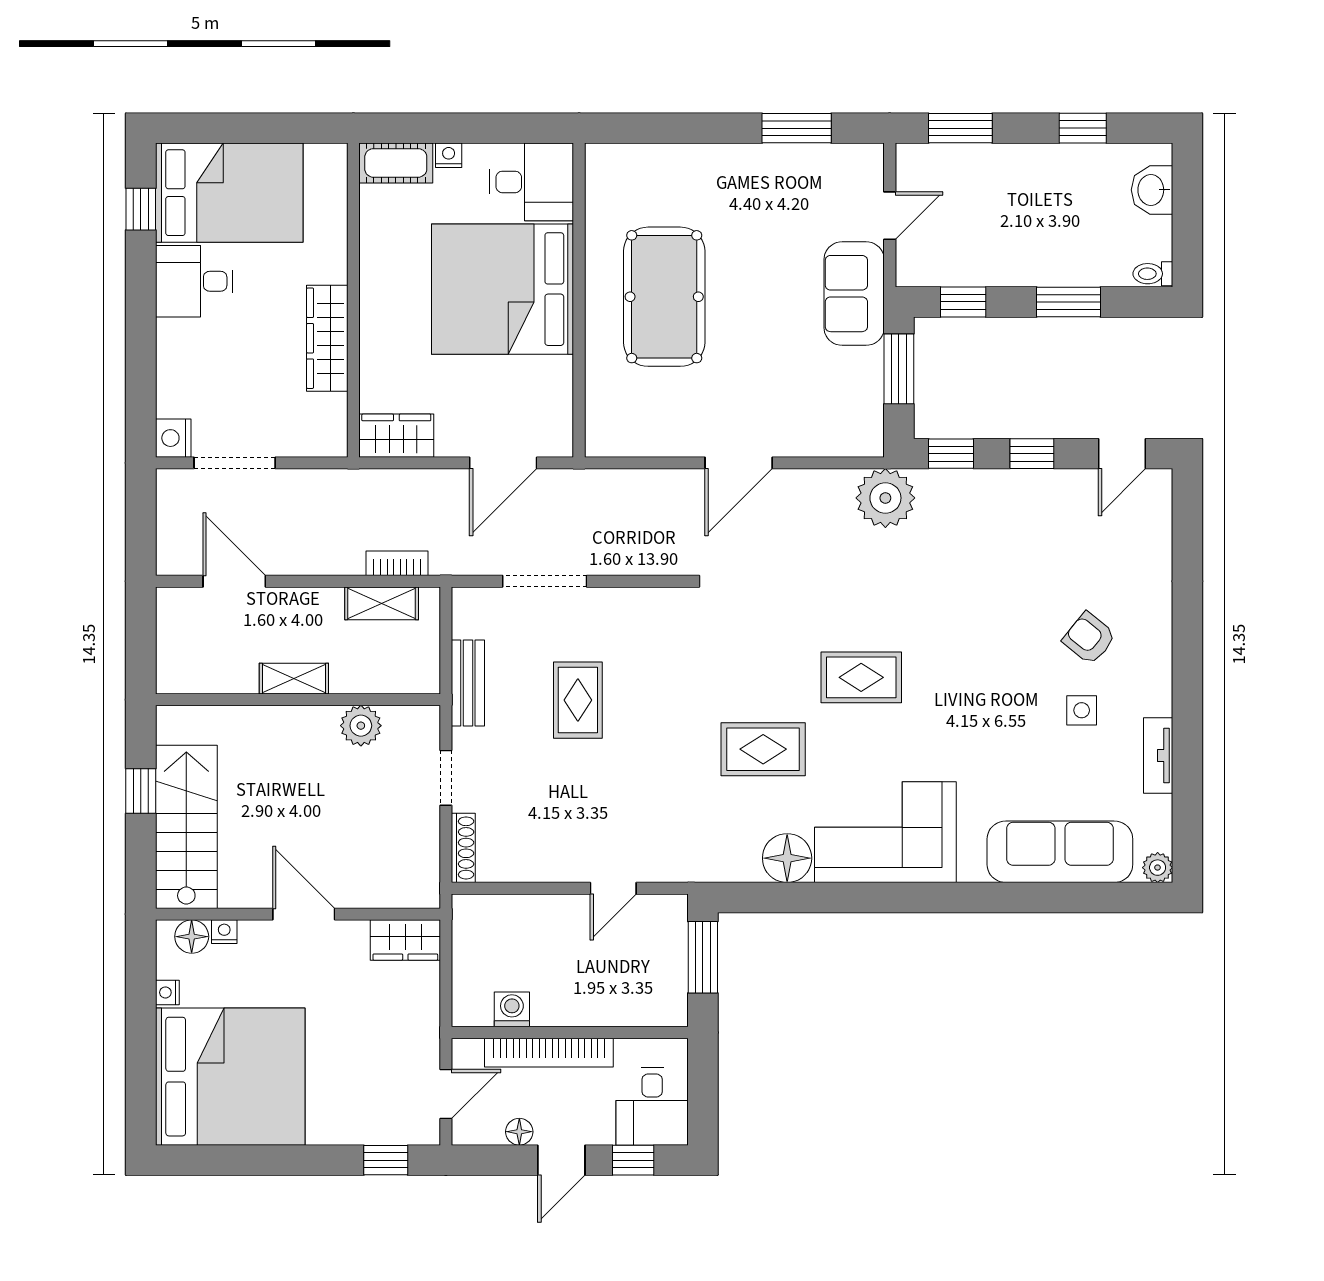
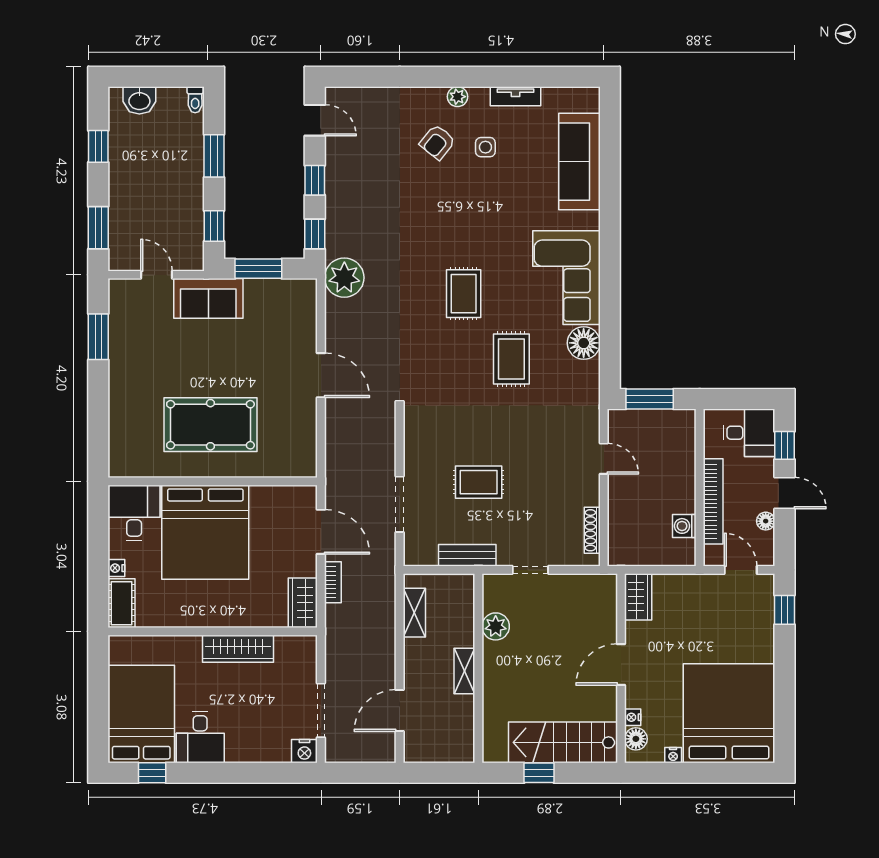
bookcase: (397, 563) -> (333, 582), moved, turned 180
shoe rack: (463, 848) -> (592, 530), moved, turned -90
plant: (1158, 868) -> (458, 97), moved

